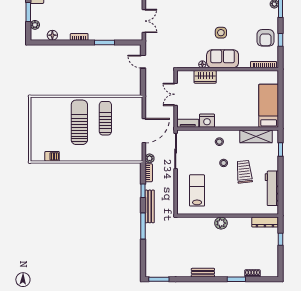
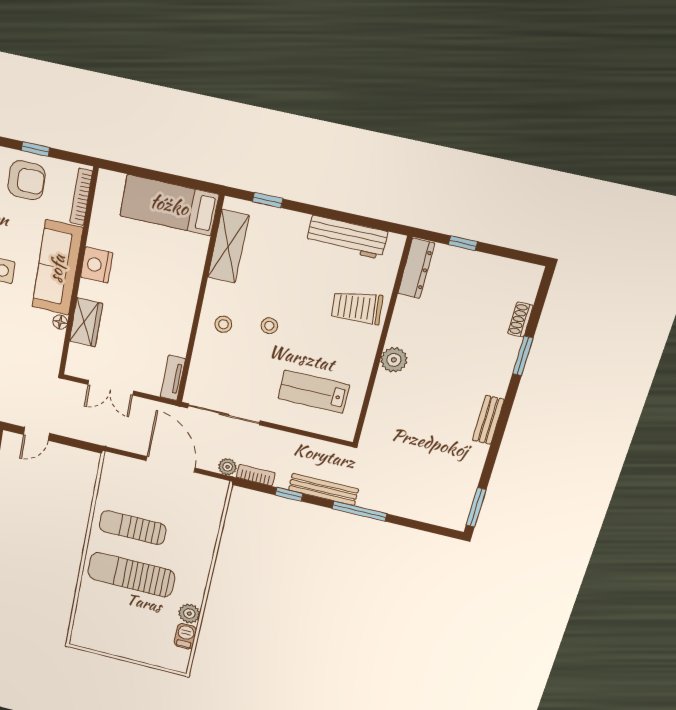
sofa: (223, 59) -> (57, 268), width x1.36
nightstand: (207, 121) -> (97, 265), moved, turned 180
plant: (66, 156) -> (189, 614), added
trolley: (244, 172) -> (357, 308), moved

